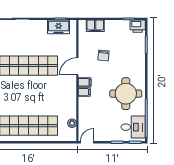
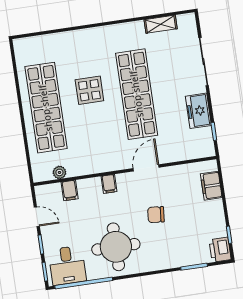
freezer: (59, 27) -> (198, 111), moved
chair: (103, 56) -> (156, 215), moved
door: (77, 66) -> (146, 168), hinge flipped
filing cabinet: (85, 82) -> (70, 190), moved
display table: (21, 96) -> (89, 90), added
door: (87, 142) -> (37, 217), moved

